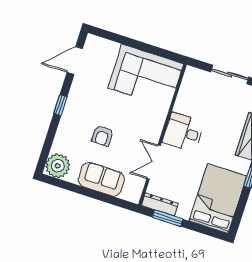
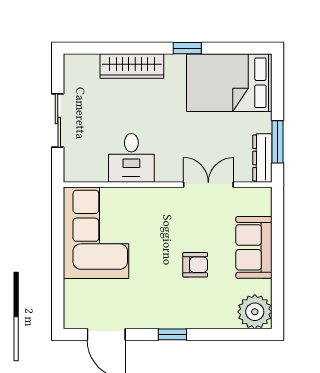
desk: (183, 132) -> (131, 158), moved
double door: (154, 162) -> (208, 185), swing flipped

